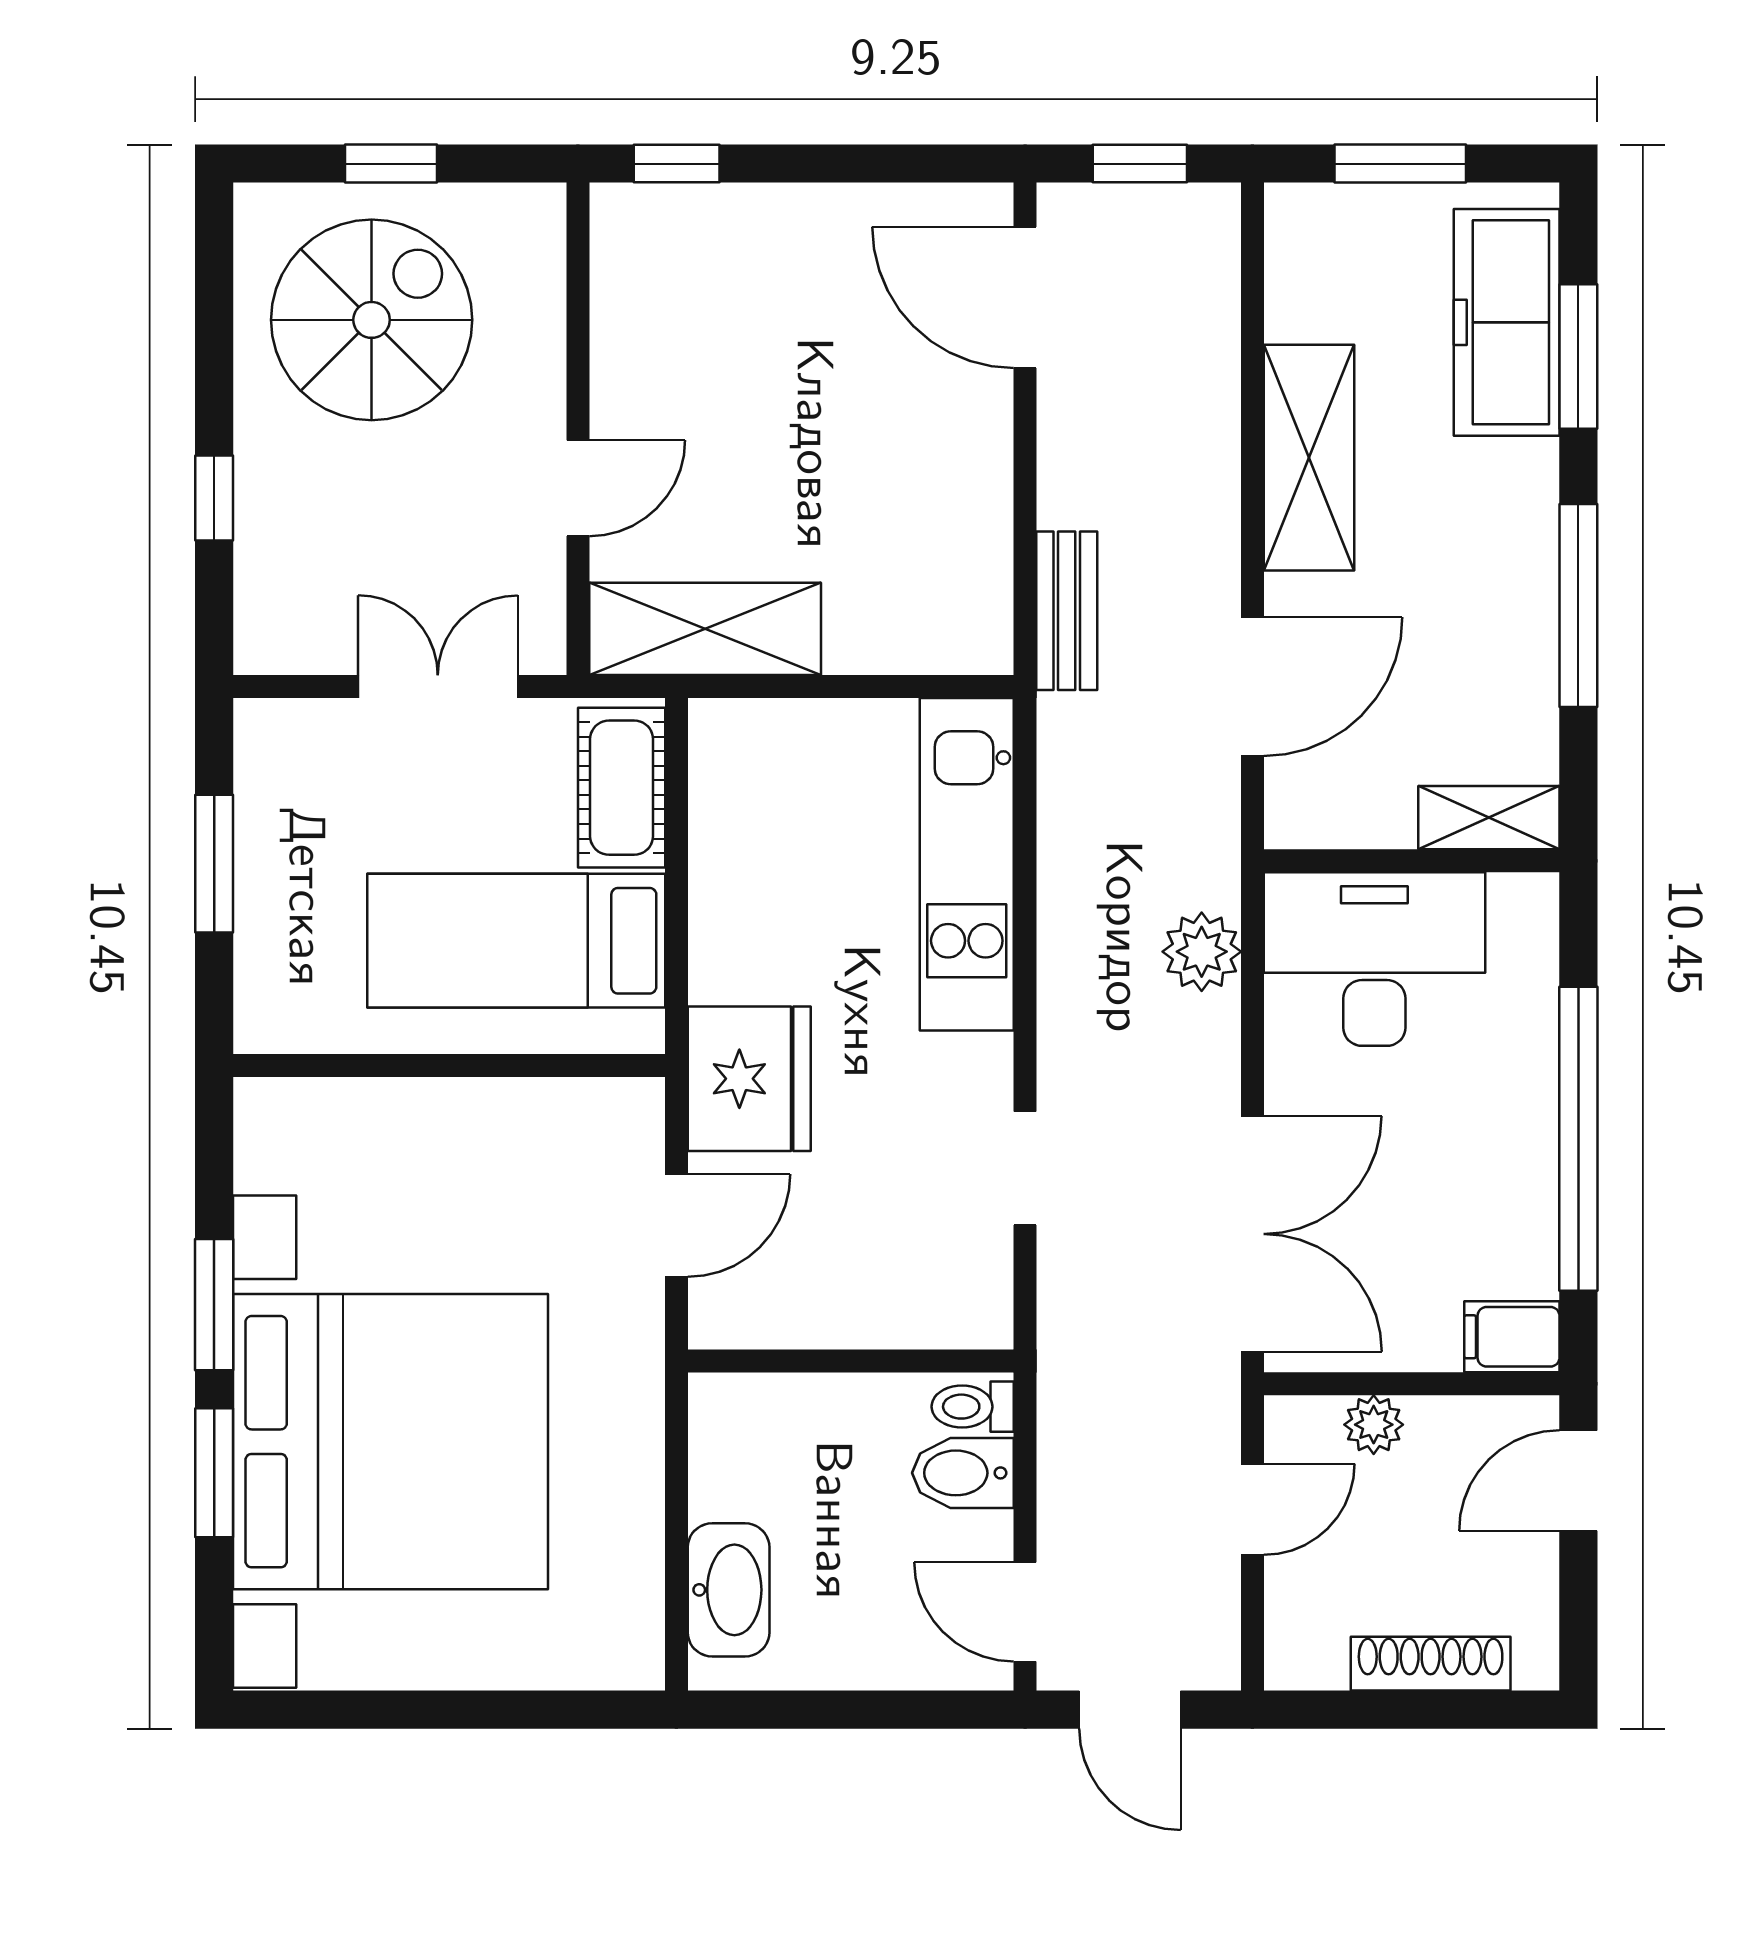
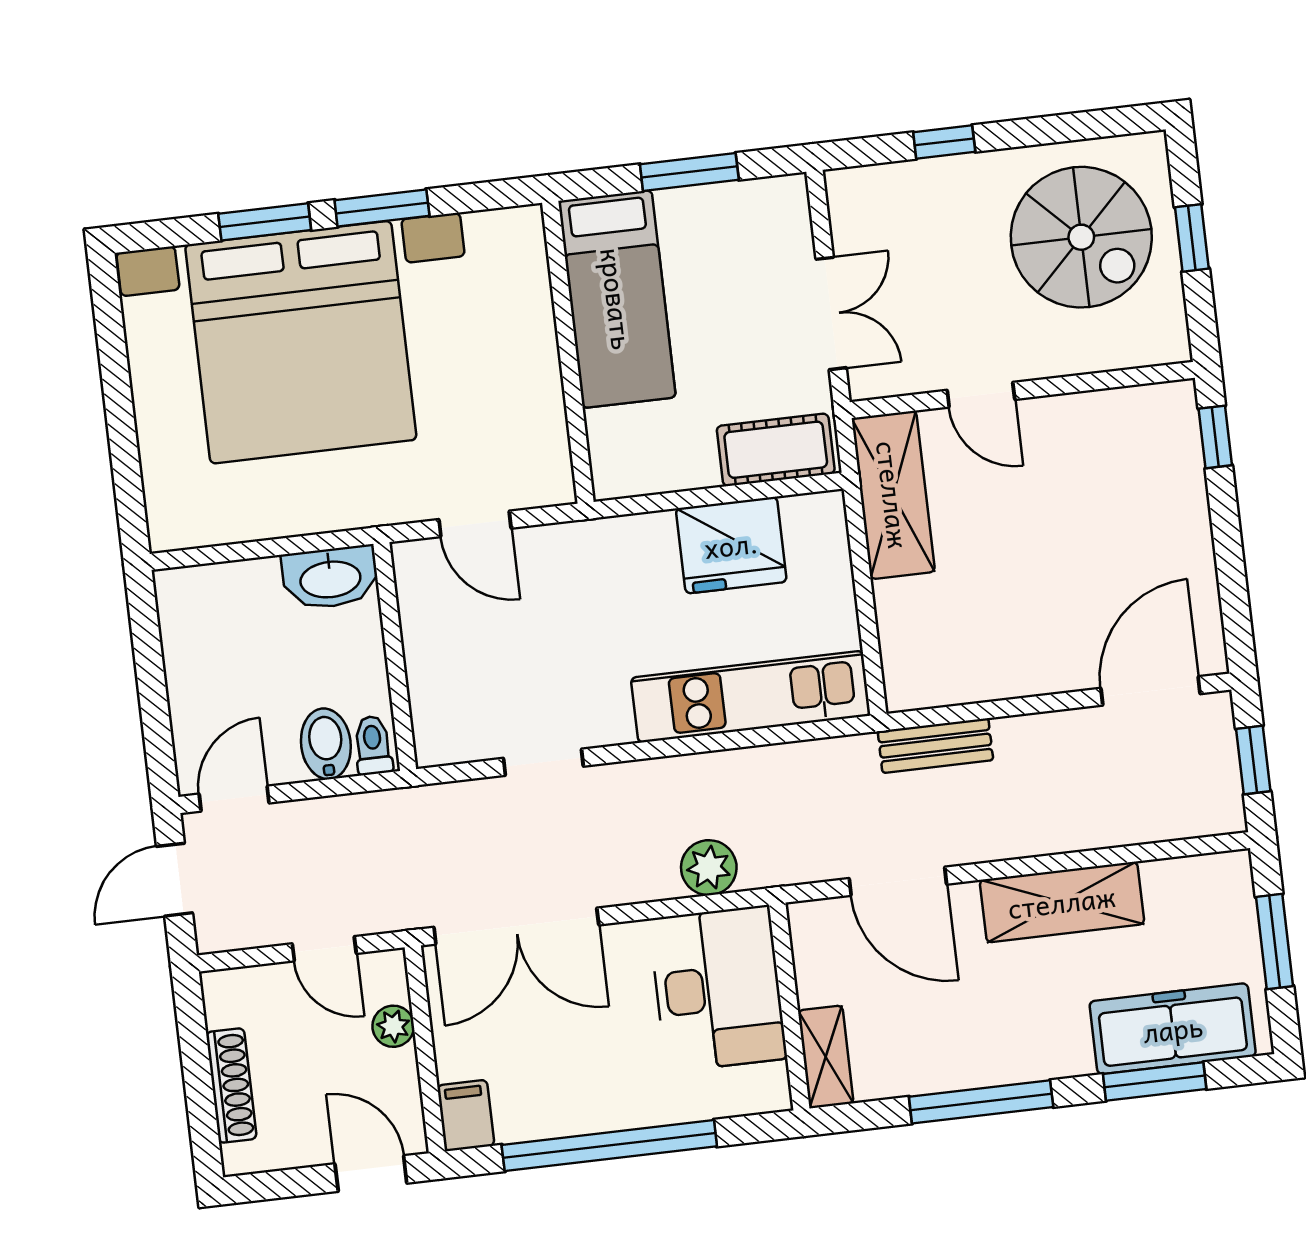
bed: (516, 941) -> (617, 299), moved, turned 180
fridge: (749, 1079) -> (731, 545), moved
washbasin: (729, 1590) -> (330, 578), moved

